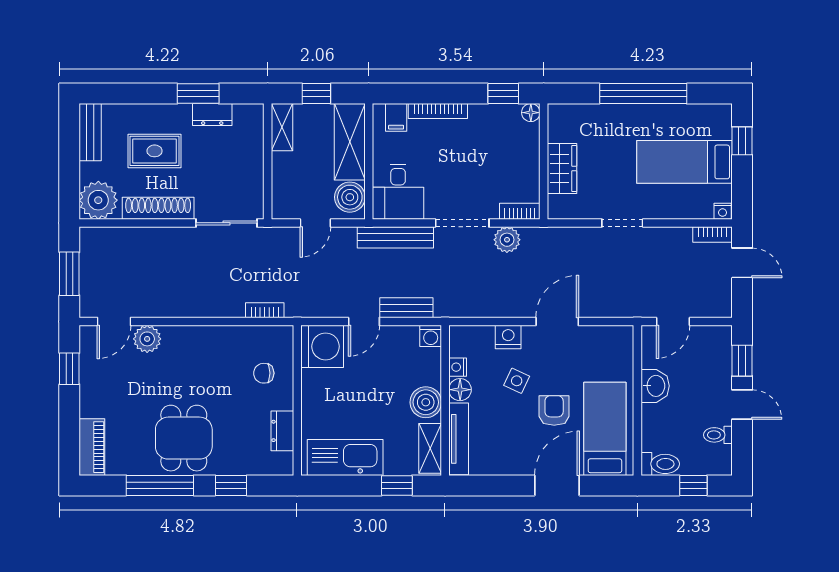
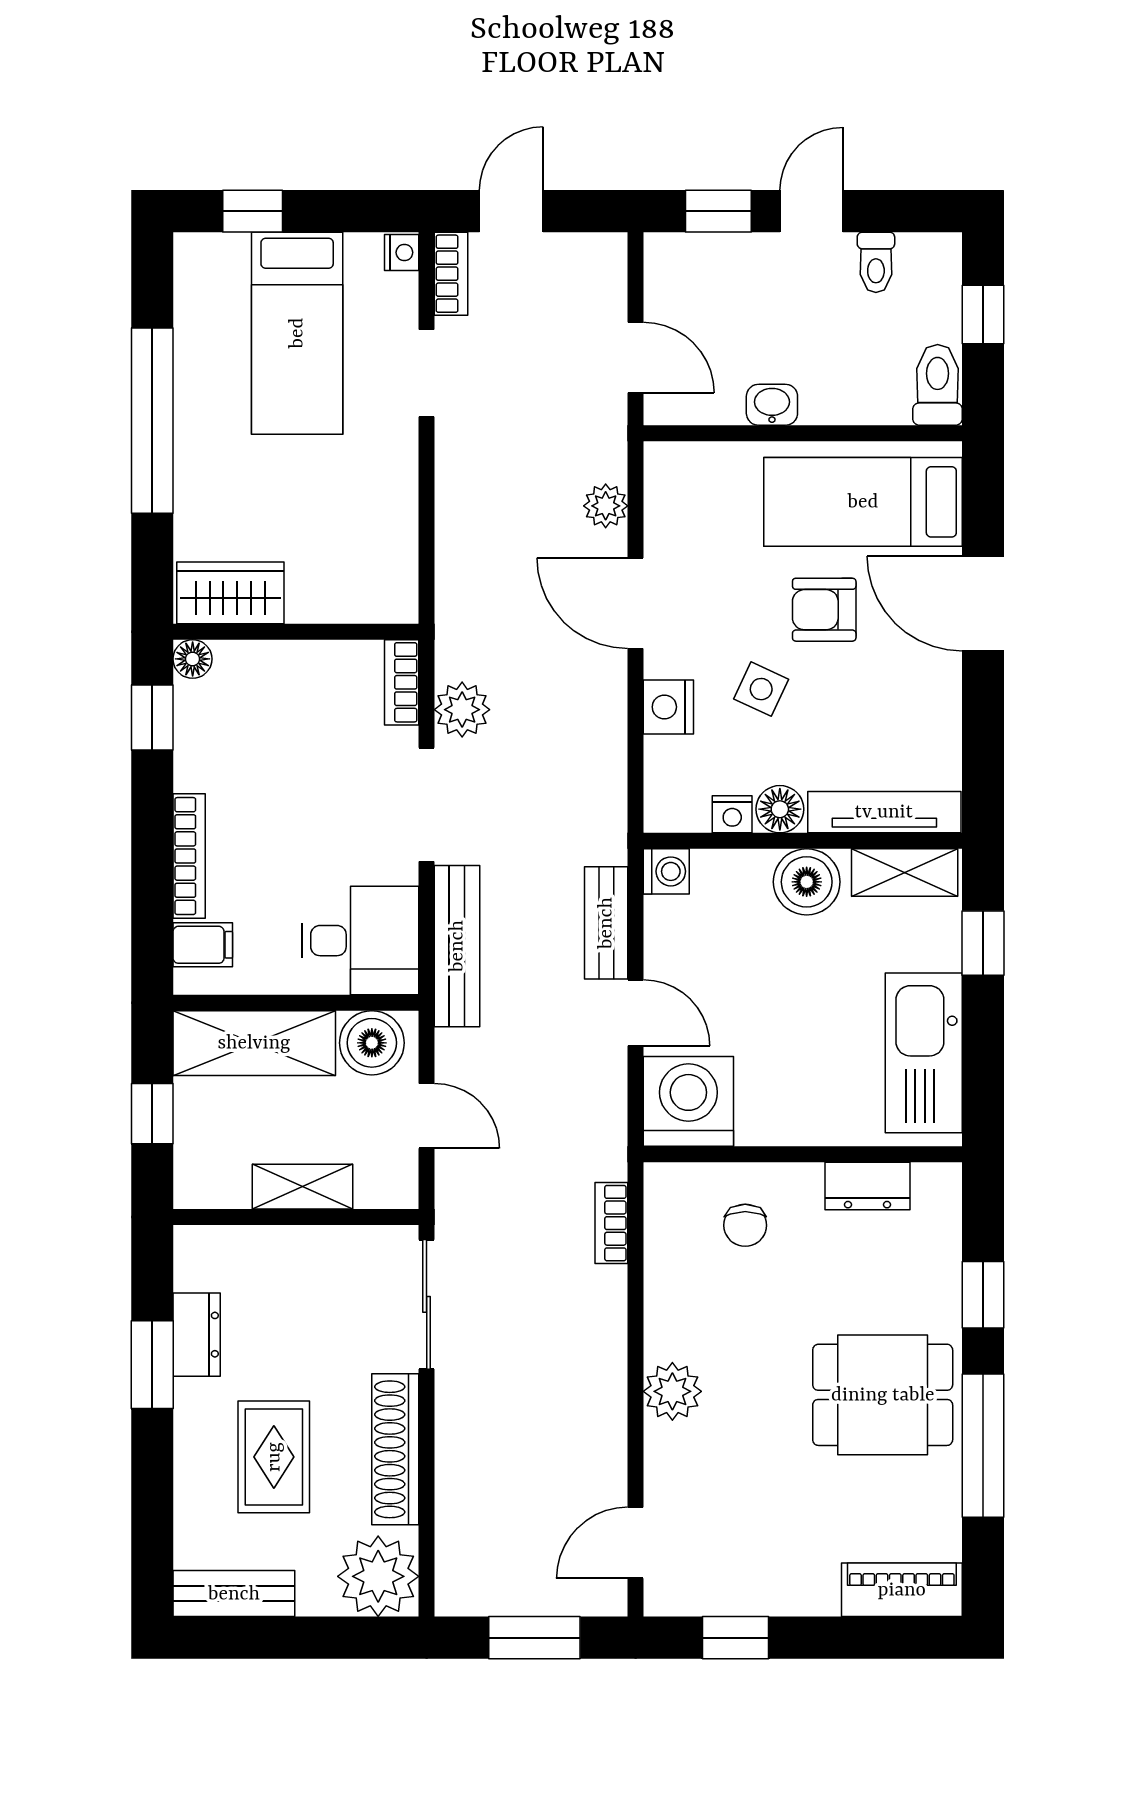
shelving: (282, 127) -> (302, 1187), moved
wardrobe: (562, 168) -> (230, 593), moved
doorway: (622, 223) -> (427, 373), moved
plant: (603, 307) -> (606, 506), added
door: (114, 322) -> (636, 1543), swing flipped
plant: (147, 339) -> (672, 1391), moved
washbasin: (655, 386) -> (772, 405), width x0.72, depth x0.69

